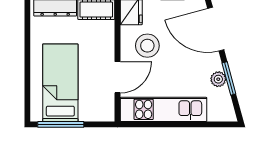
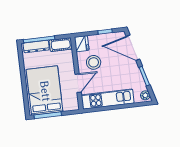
plant: (218, 79) -> (145, 95), moved
bed: (60, 83) -> (45, 91), width x1.50

